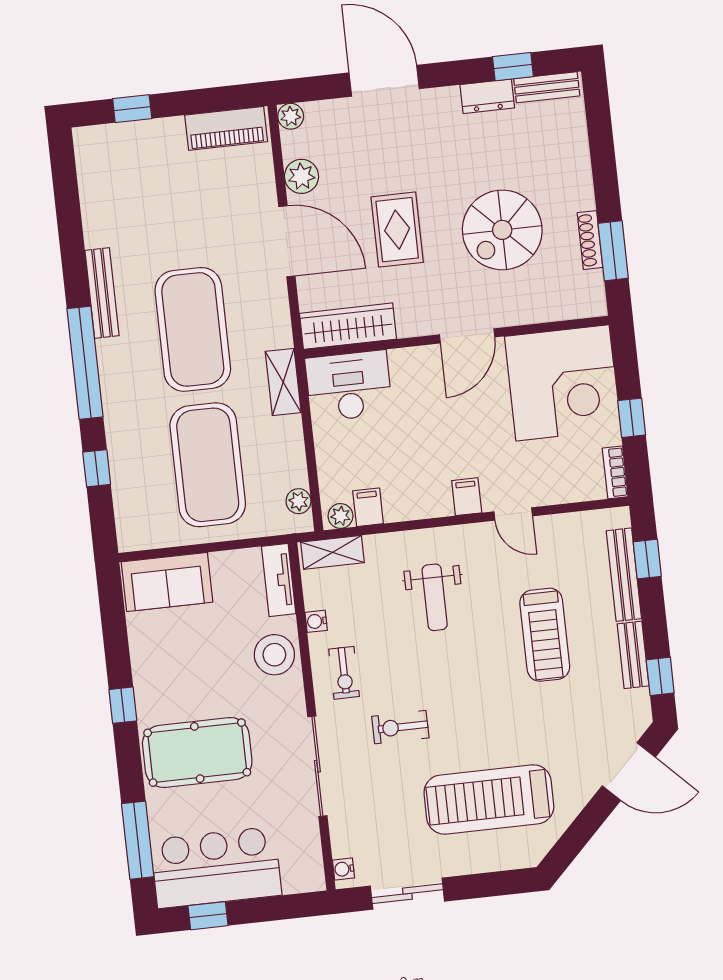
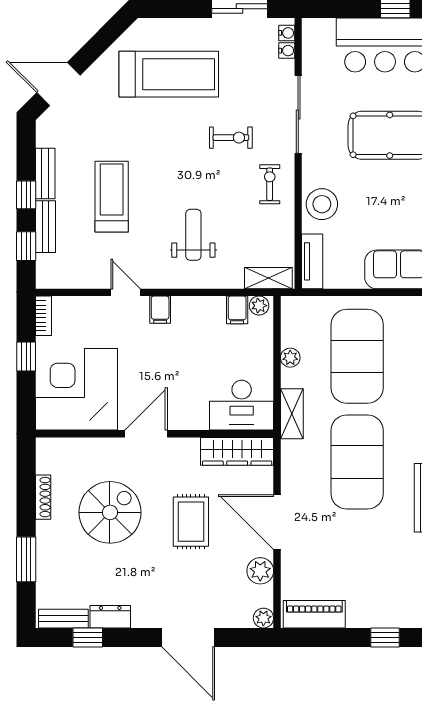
window: (613, 251) -> (26, 559), moved
plant: (298, 501) -> (290, 358), moved
bench: (624, 575) -> (45, 227), width x0.73
water cooler: (316, 621) -> (287, 51), moved
window: (660, 676) -> (26, 195), moved

